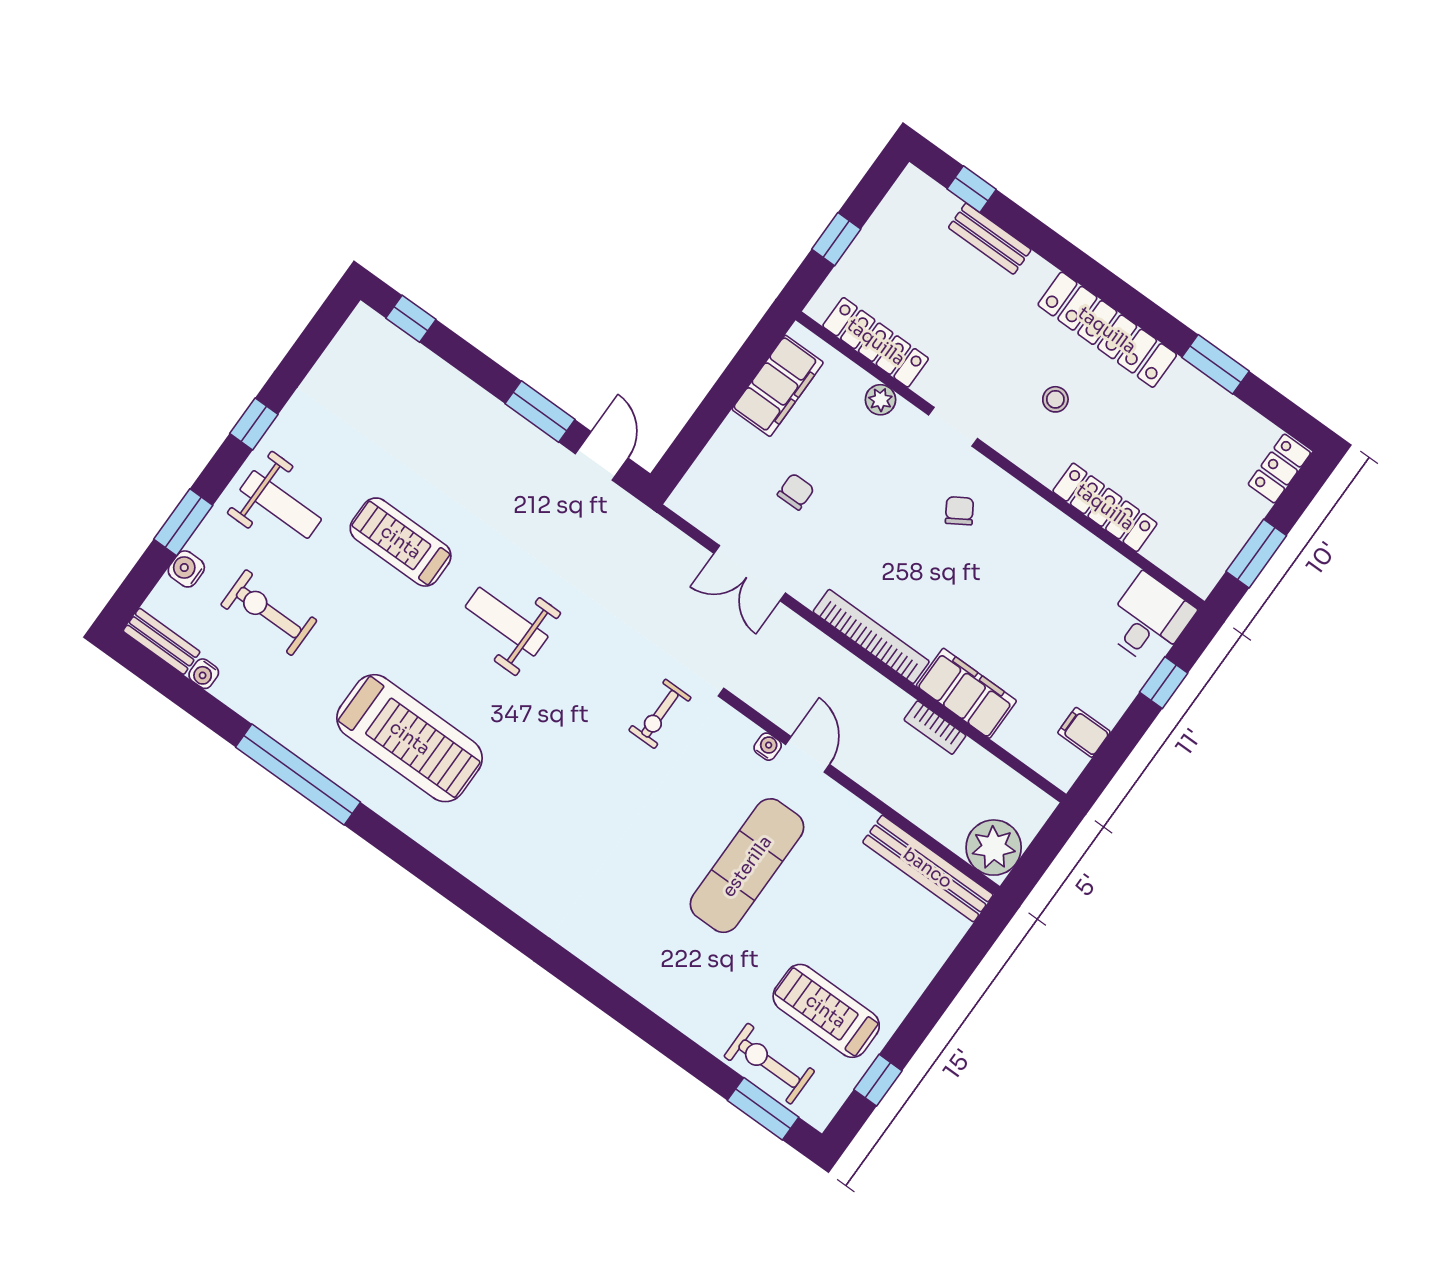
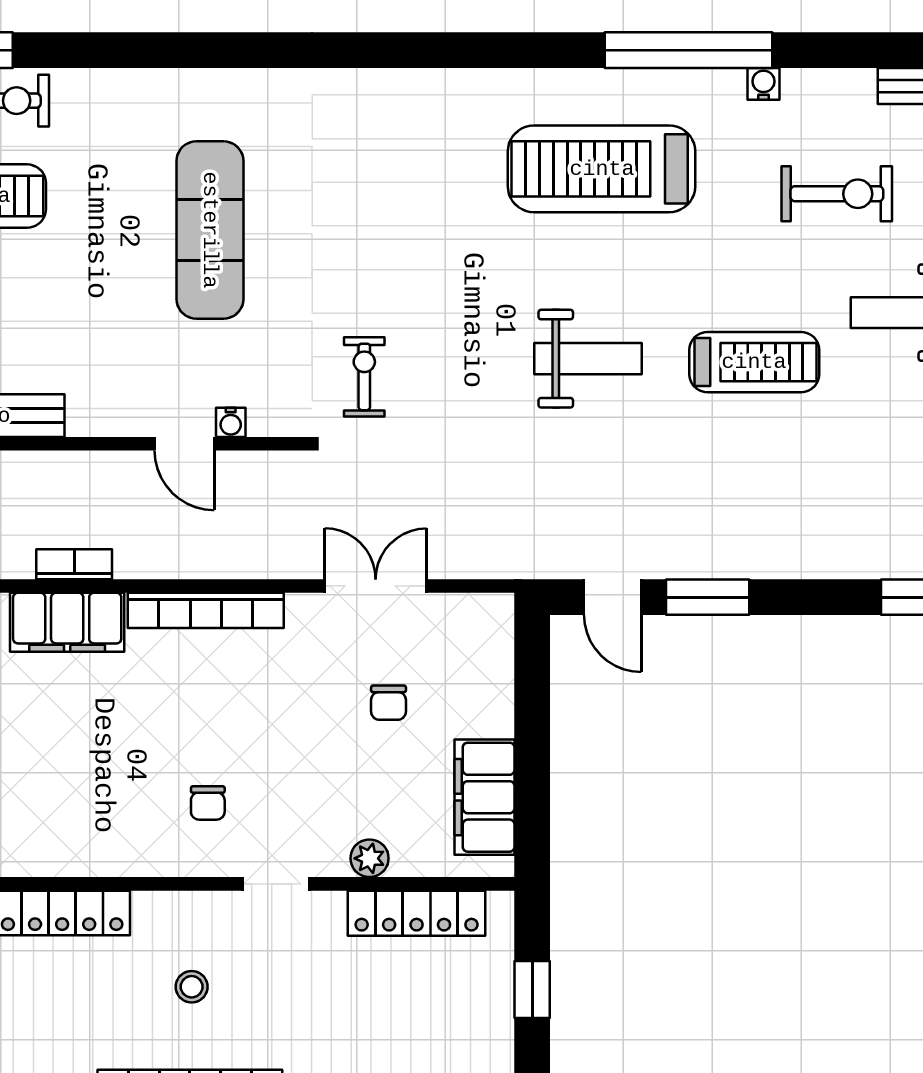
chair: (959, 511) -> (208, 803), turned 32
water cooler: (204, 674) -> (763, 84), moved
exercise mat: (747, 866) -> (210, 230), moved

